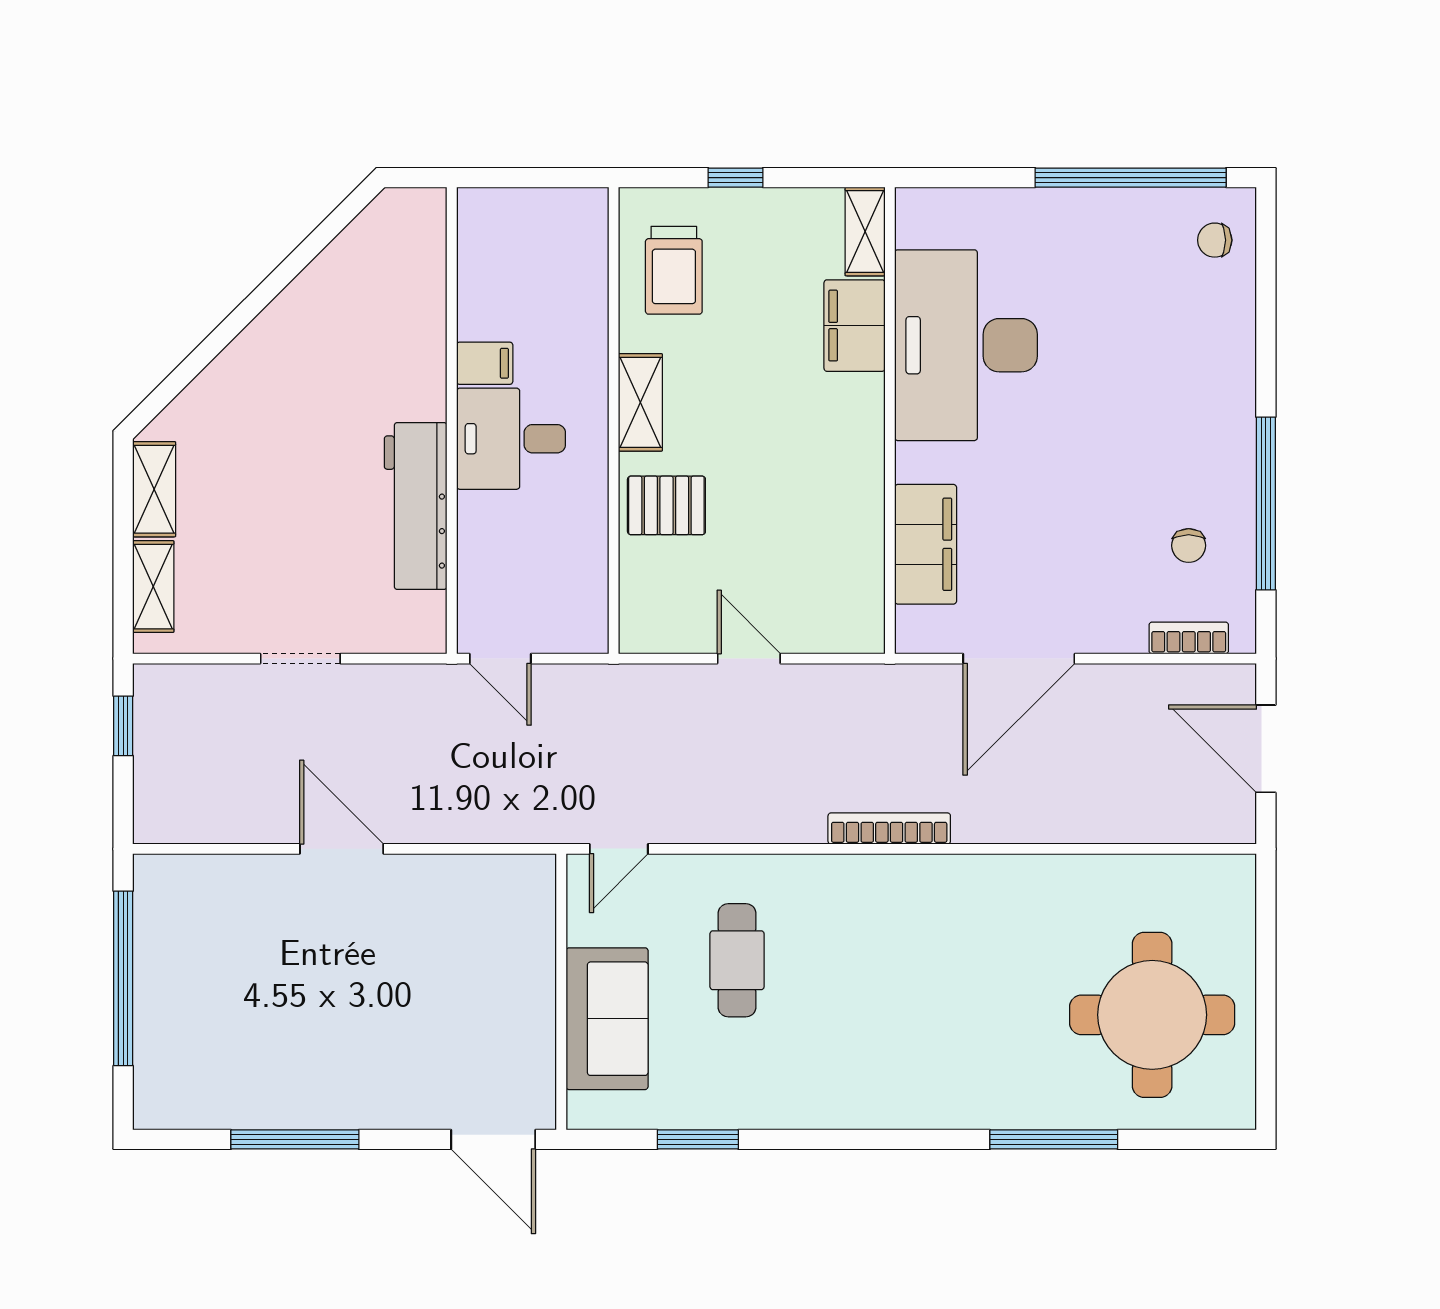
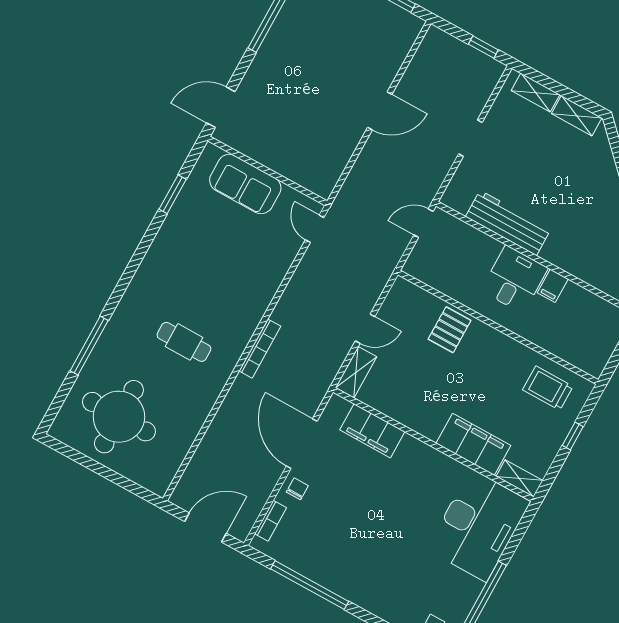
filing cabinet: (855, 326) -> (473, 444), width x1.50, depth x1.17
desk: (966, 345) -> (478, 525), moved, turned 90
shelving: (640, 402) -> (356, 372), moved, turned 90
chair: (1189, 546) -> (297, 489), moved, turned 90
cafe table: (737, 960) -> (184, 342), moved

